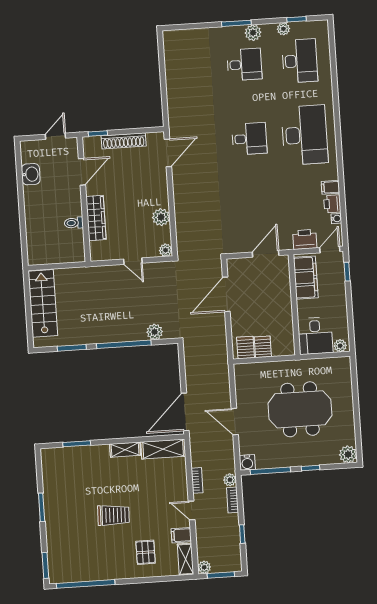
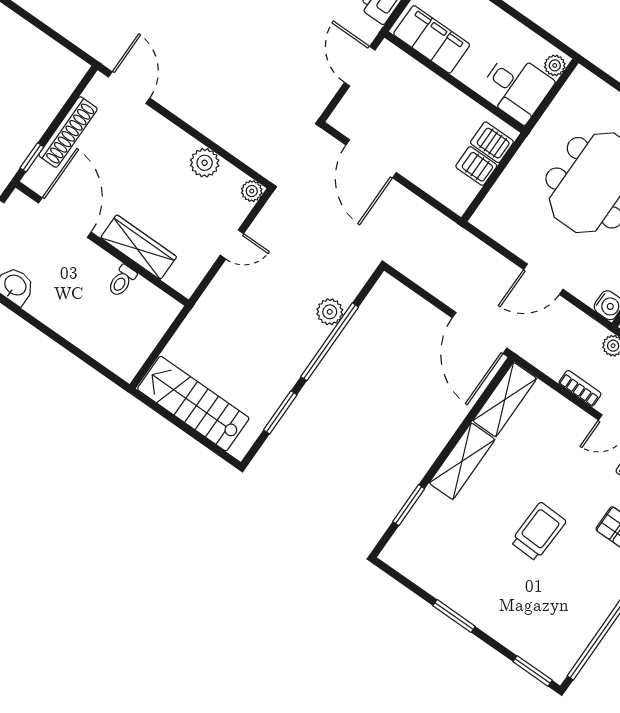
door: (82, 172) -> (65, 218), width x1.36
plant: (155, 332) -> (330, 312), moved
server rack: (246, 347) -> (492, 142), moved
shelving: (125, 450) -> (462, 461), width x1.50, depth x1.33

